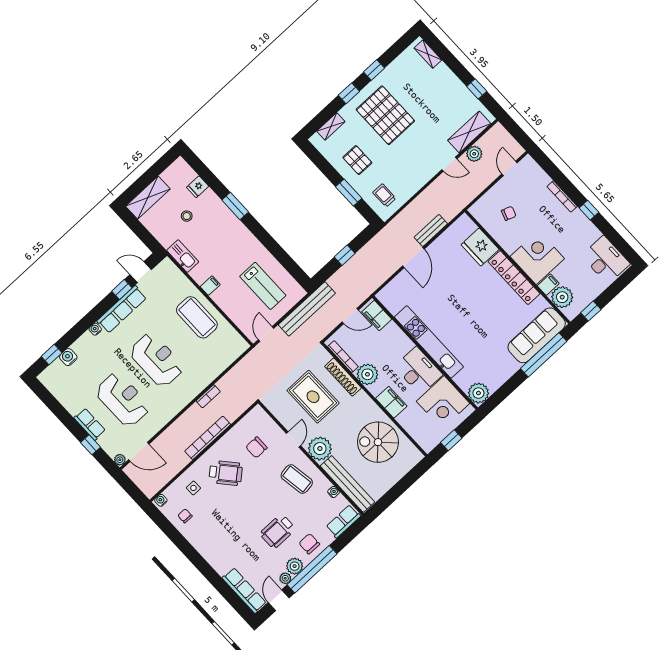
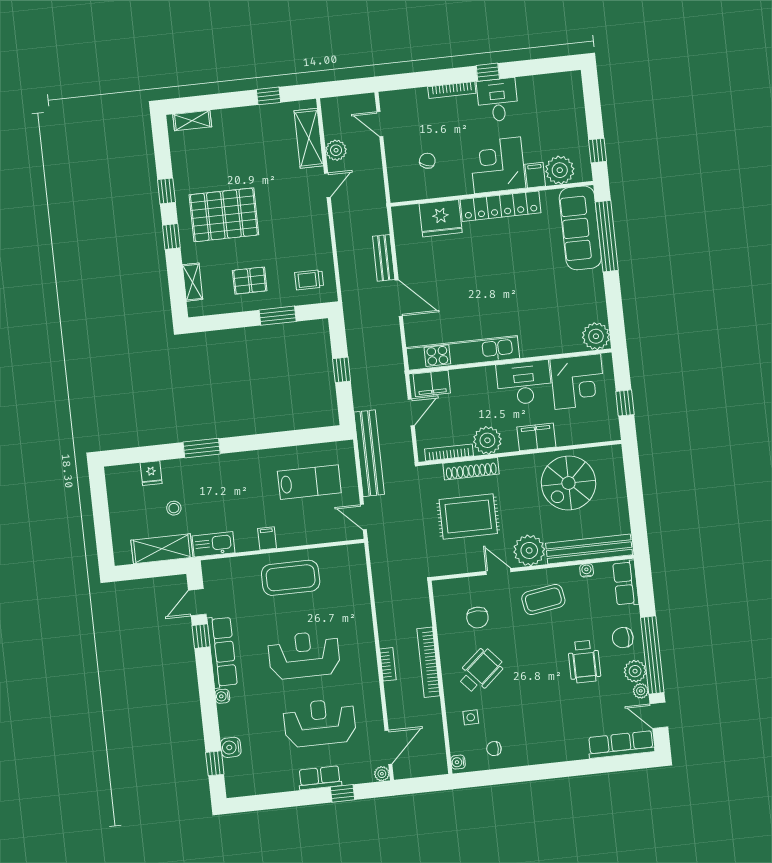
shelving: (148, 198) -> (162, 549), moved, turned 90
desk: (606, 260) -> (498, 100), moved, width x0.73
kitchen unit: (429, 342) -> (463, 353), moved
bookcase: (208, 396) -> (388, 664), moved

